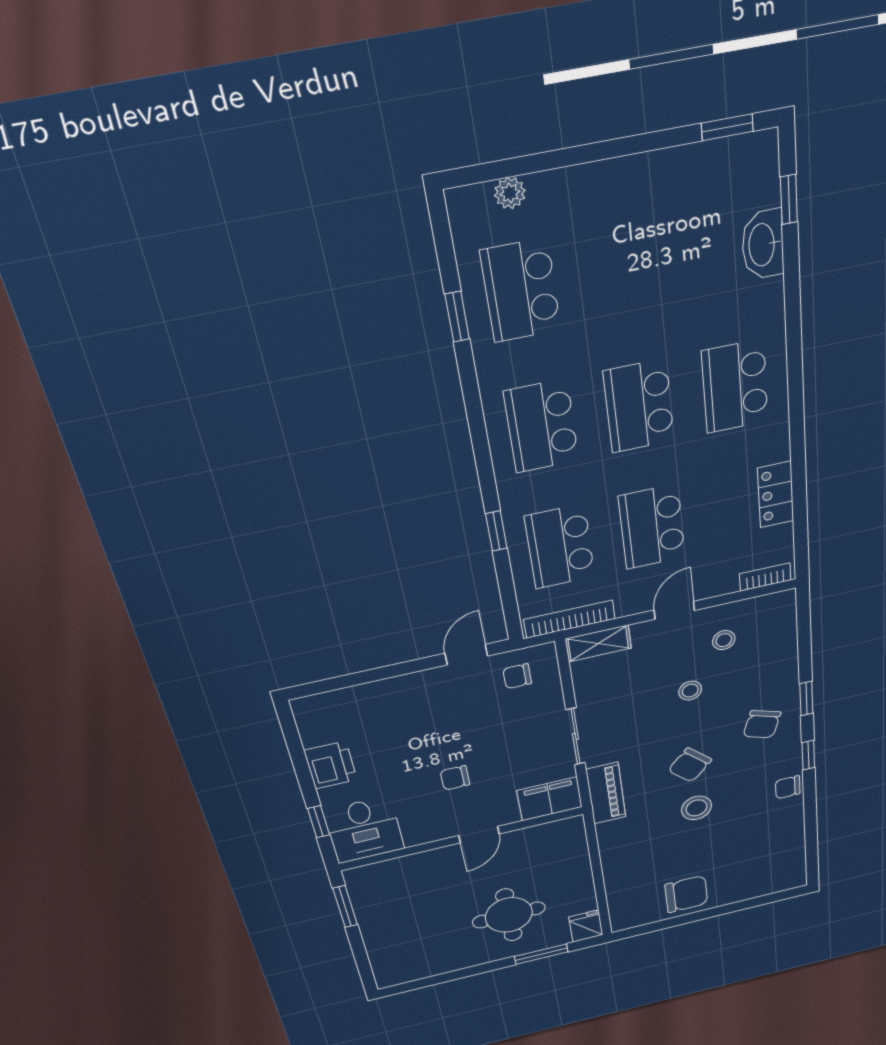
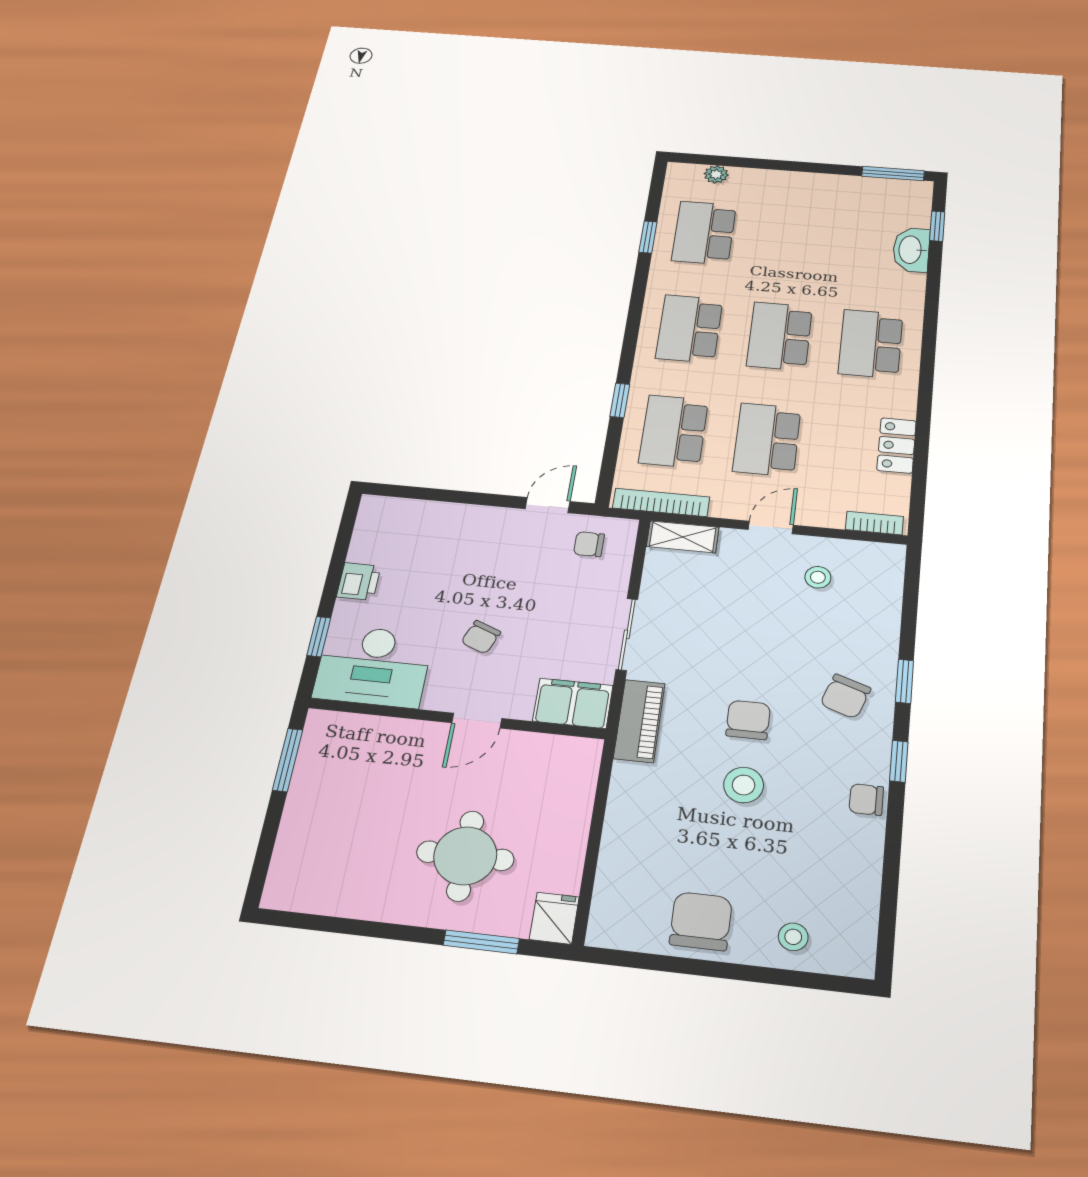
window: (727, 127) -> (893, 173), width x1.50
stool: (690, 691) -> (793, 937), moved
printer: (331, 765) -> (359, 581), width x0.73, depth x0.81
chair: (690, 765) -> (748, 720), turned 136
chair: (455, 778) -> (481, 637), turned -68
desk: (364, 830) -> (373, 666), width x1.37
chair: (686, 894) -> (701, 921), turned -90

